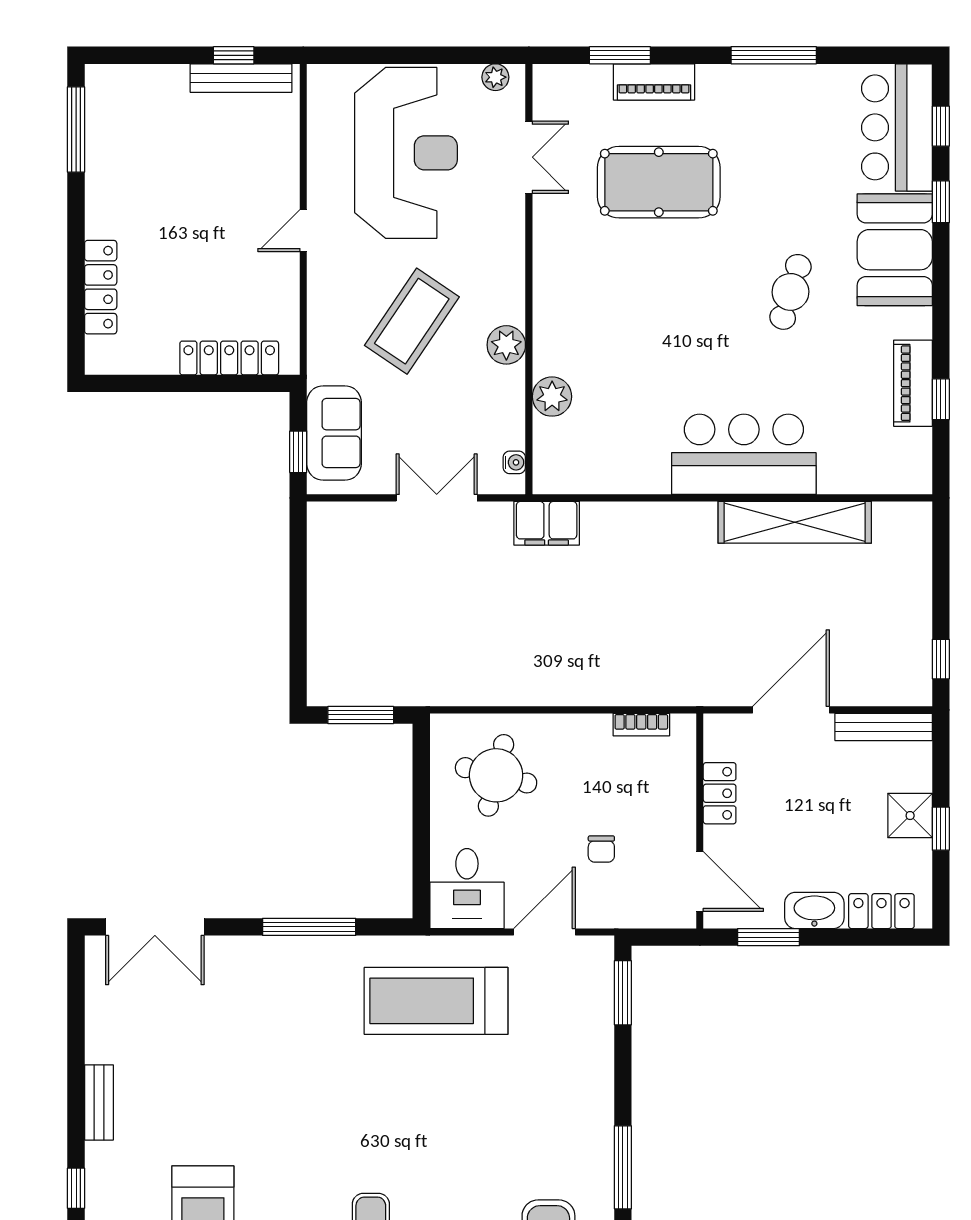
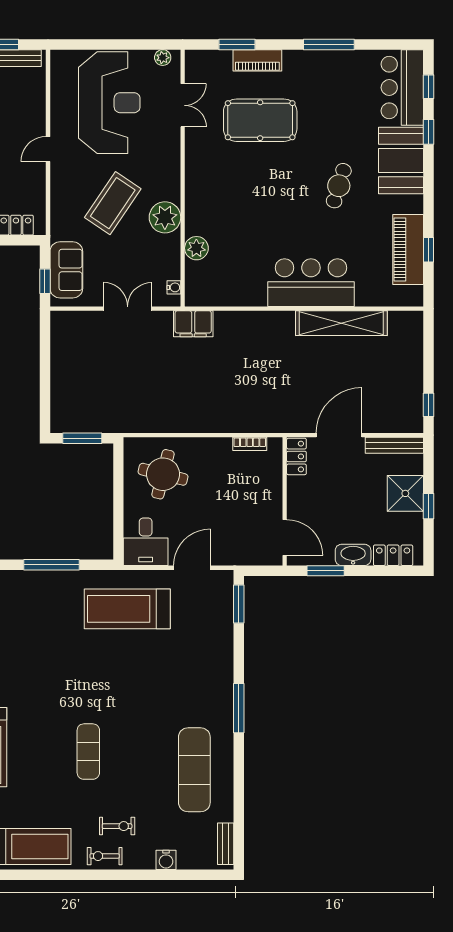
plant: (506, 345) -> (165, 217), width x1.36, depth x1.36
piano: (913, 383) -> (408, 250), width x1.37, depth x1.33
locker: (720, 793) -> (296, 456), moved
shower: (910, 816) -> (405, 493), width x1.36, depth x1.36
chair: (601, 849) -> (226, 518), removed

